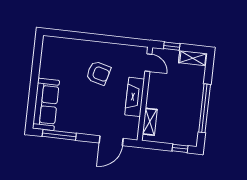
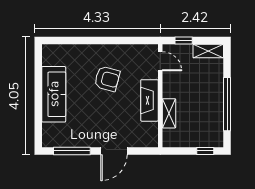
sofa: (46, 104) -> (54, 94), moved
shelving: (150, 122) -> (169, 113), moved
door: (111, 141) -> (114, 151), moved

